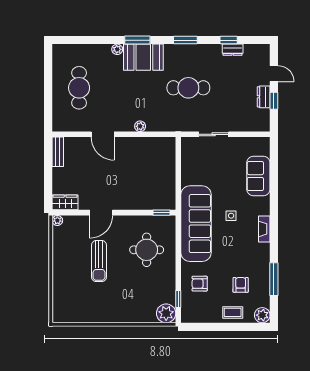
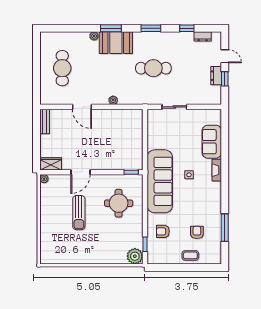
dresser: (233, 50) -> (203, 36), moved
fireplace: (264, 229) -> (217, 170), moved
plant: (262, 315) -> (215, 258), removed

